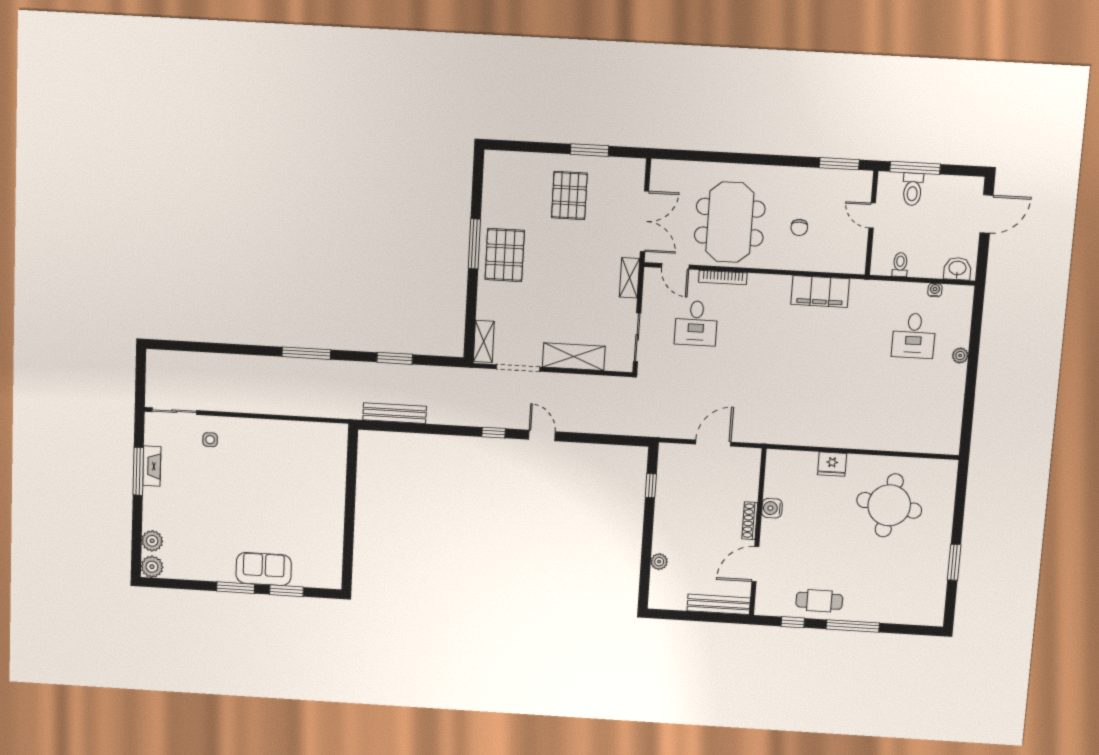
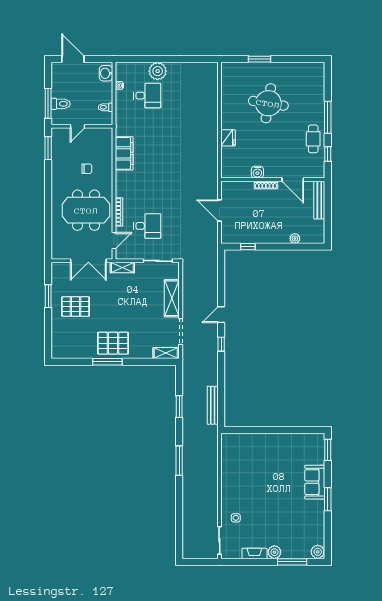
double door: (645, 221) -> (88, 261), swing flipped
plant: (960, 356) -> (158, 71), width x1.88, depth x1.88
window: (138, 471) -> (292, 562), moved
round table: (889, 505) -> (268, 103), moved
plant: (152, 541) -> (274, 552), moved
window: (954, 562) -> (259, 59), moved
window: (286, 591) -> (328, 450), moved

